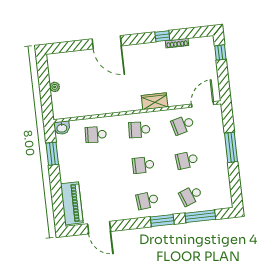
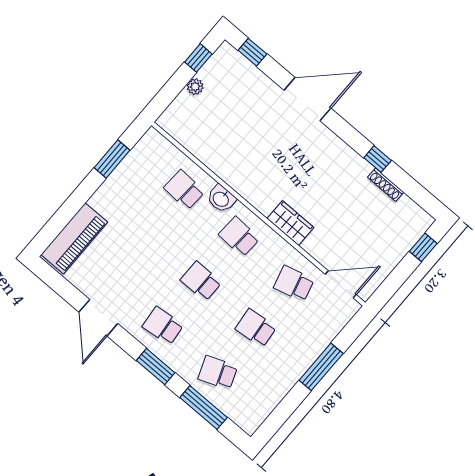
door: (107, 42) -> (307, 99), swing flipped
window: (63, 47) -> (252, 52), added
window: (43, 74) -> (198, 58), added
washbasin: (62, 128) -> (221, 199), moved
door: (99, 228) -> (98, 318), moved

